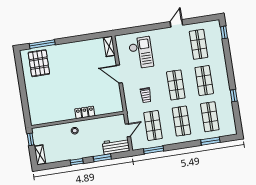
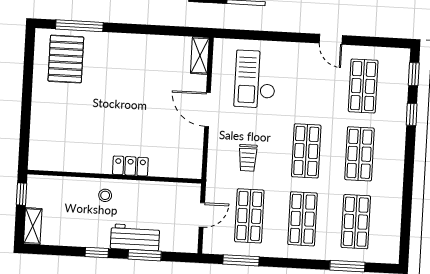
door: (176, 23) -> (331, 39), swing flipped
checkout: (141, 53) -> (255, 79), turned 180
window: (234, 96) -> (412, 114), moved
workbench: (116, 146) -> (135, 237), moved

